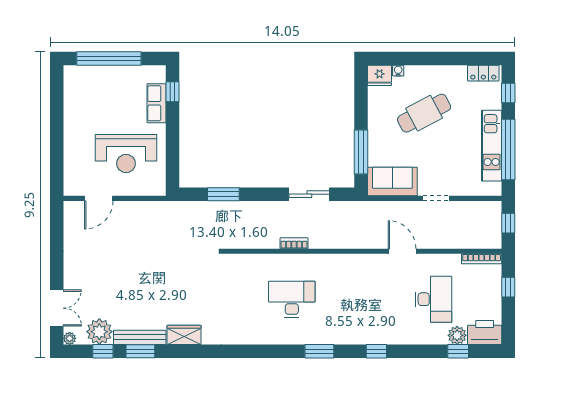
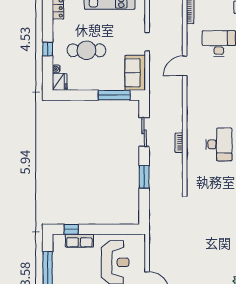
window: (426, 59) -> (48, 49), added
cafe table: (424, 113) -> (86, 50), turned -62
window: (223, 194) -> (144, 177), moved
desk: (292, 299) -> (219, 144), turned 180

